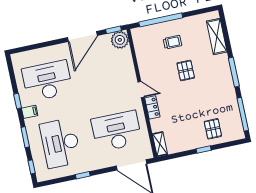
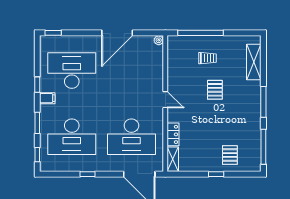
window: (113, 30) -> (53, 33), moved
plant: (120, 40) -> (159, 40), width x0.53, depth x0.53
locker: (152, 107) -> (173, 134), moved
desk: (117, 131) -> (131, 137), turned 180
desk: (60, 143) -> (72, 137), turned -90

